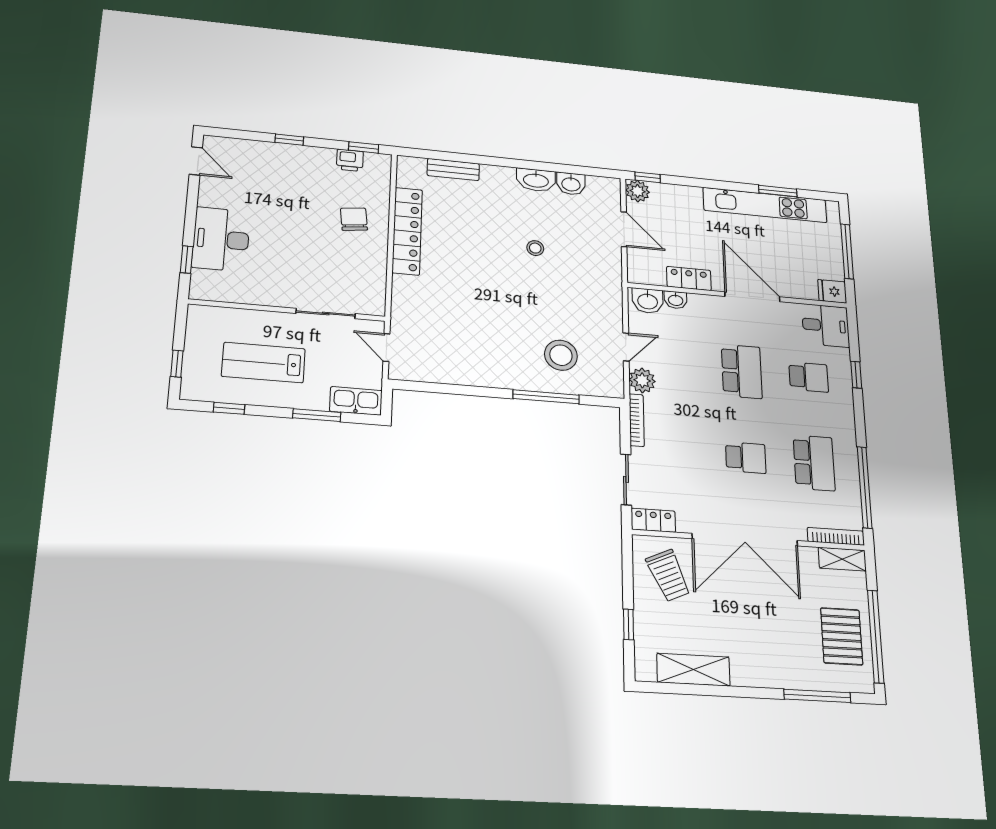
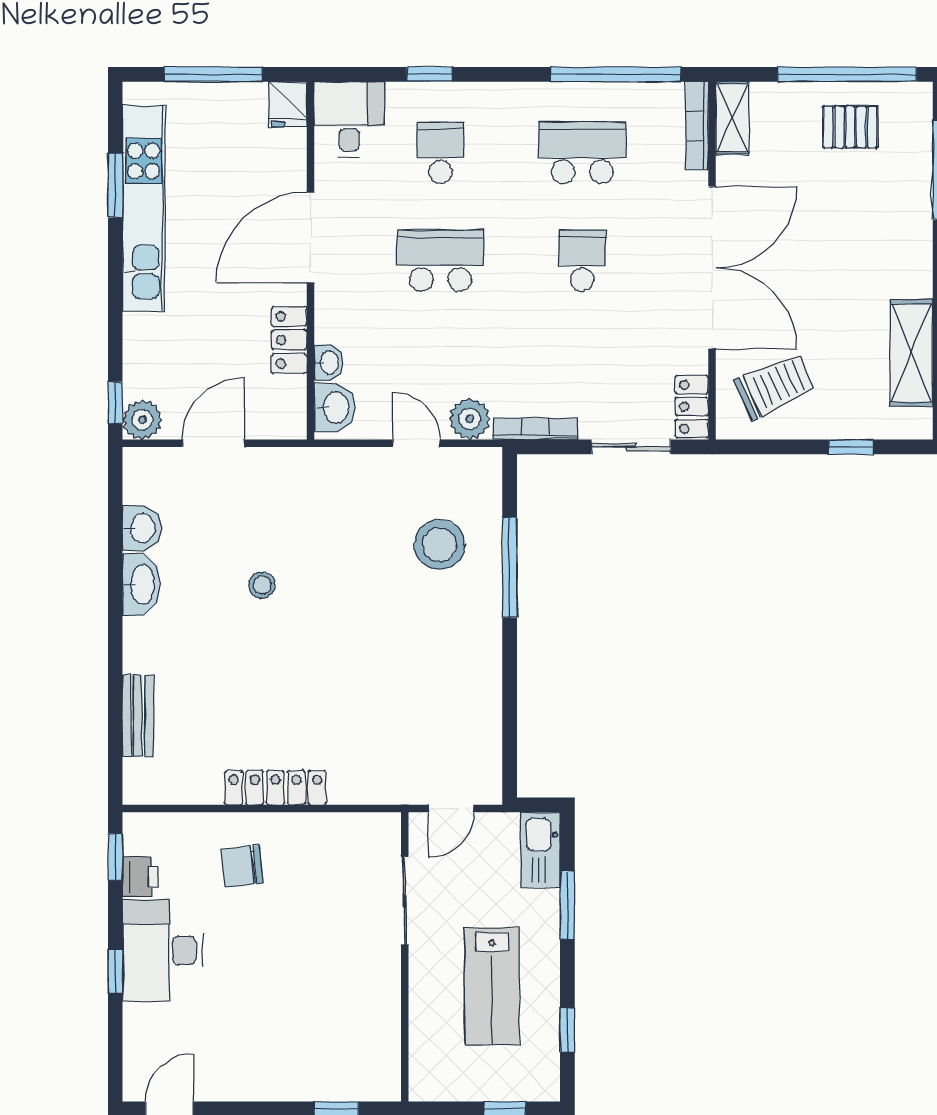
locker: (407, 231) -> (275, 788), width x0.71, depth x0.83
desk: (221, 239) -> (163, 951), moved, turned 90
pallet: (842, 636) -> (850, 127), width x0.67, depth x0.71

